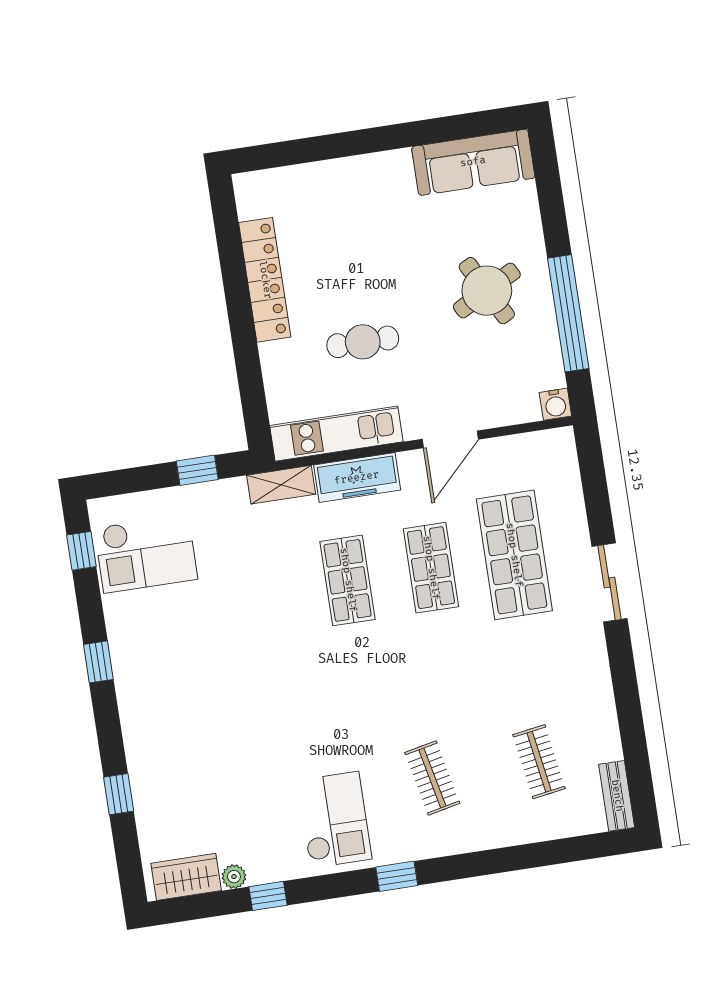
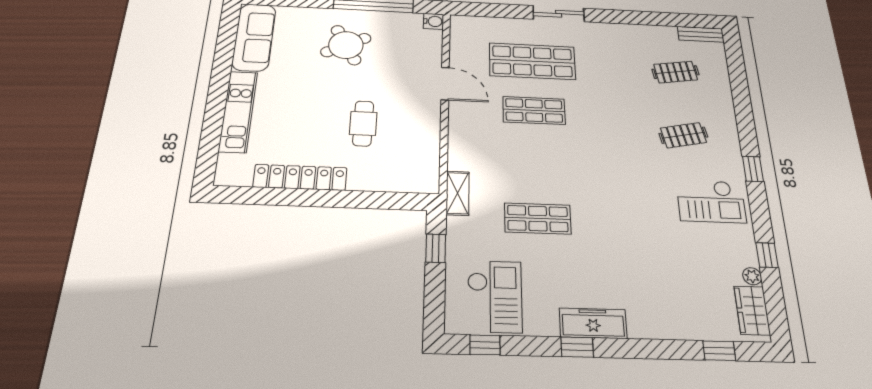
kitchen unit: (336, 434) -> (238, 112), moved, turned 180
freezer: (357, 478) -> (593, 323), moved, turned -90
shop shelf: (348, 580) -> (538, 218), moved
window: (119, 794) -> (719, 351), moved
checkout: (334, 820) -> (711, 201), turned 180

